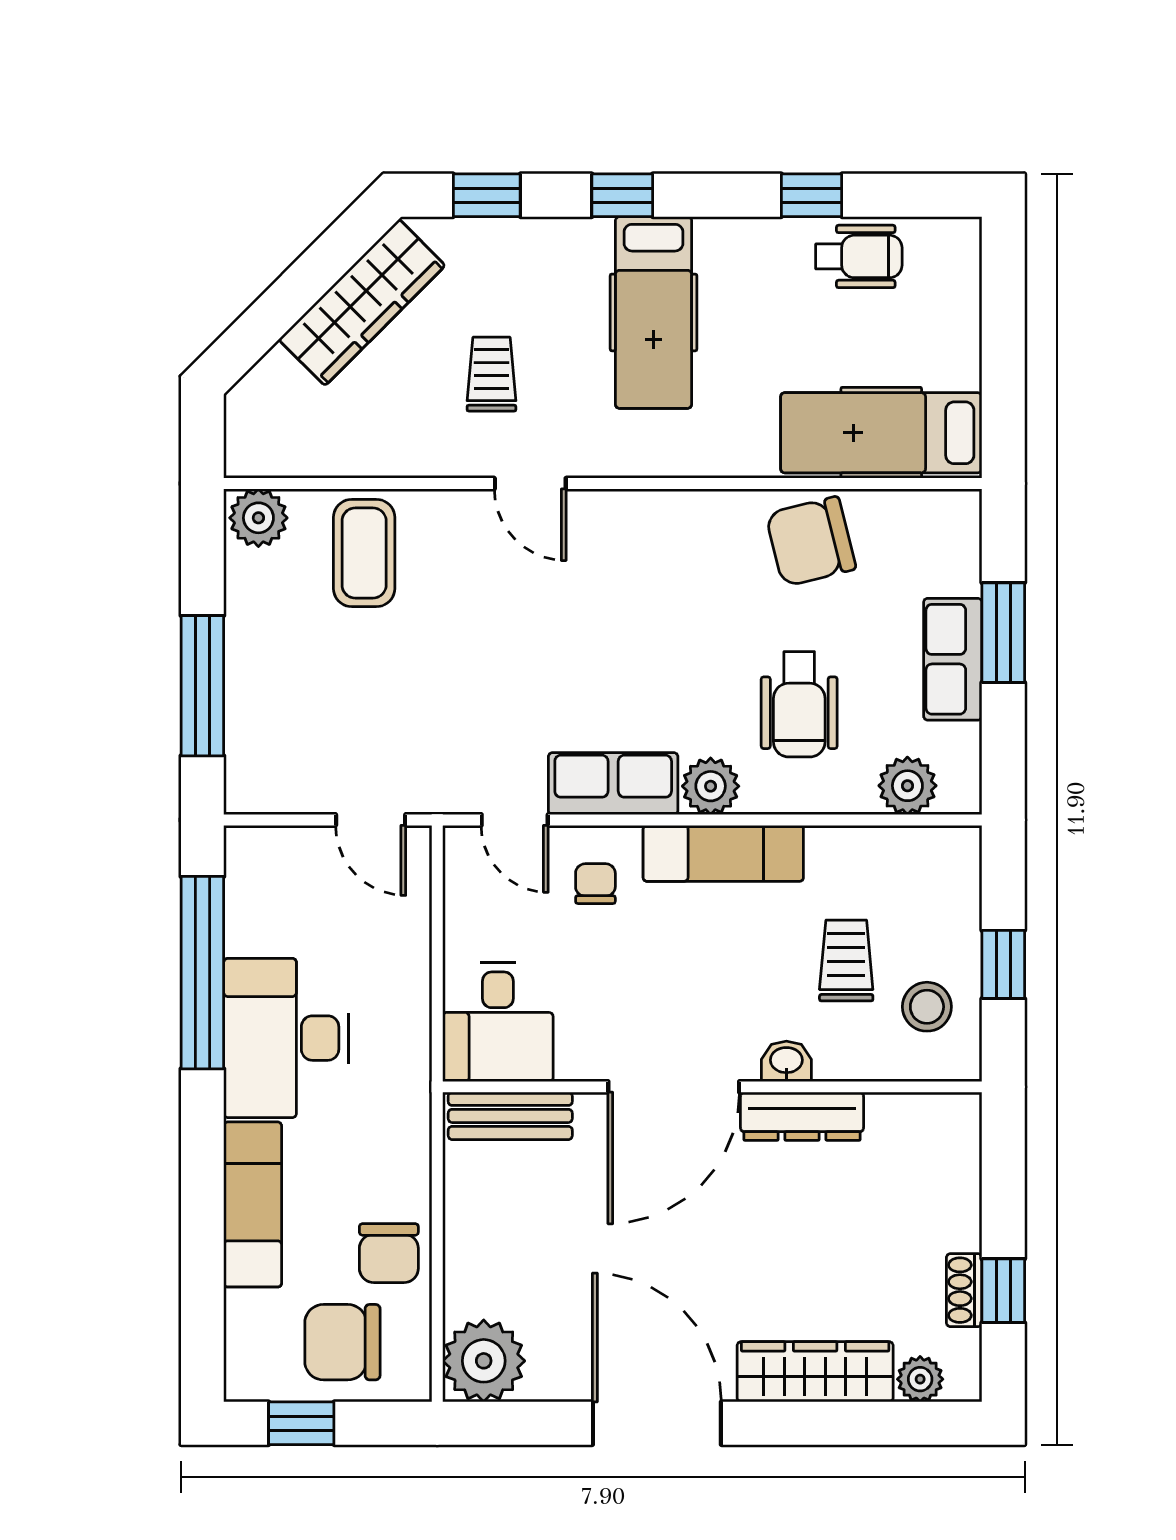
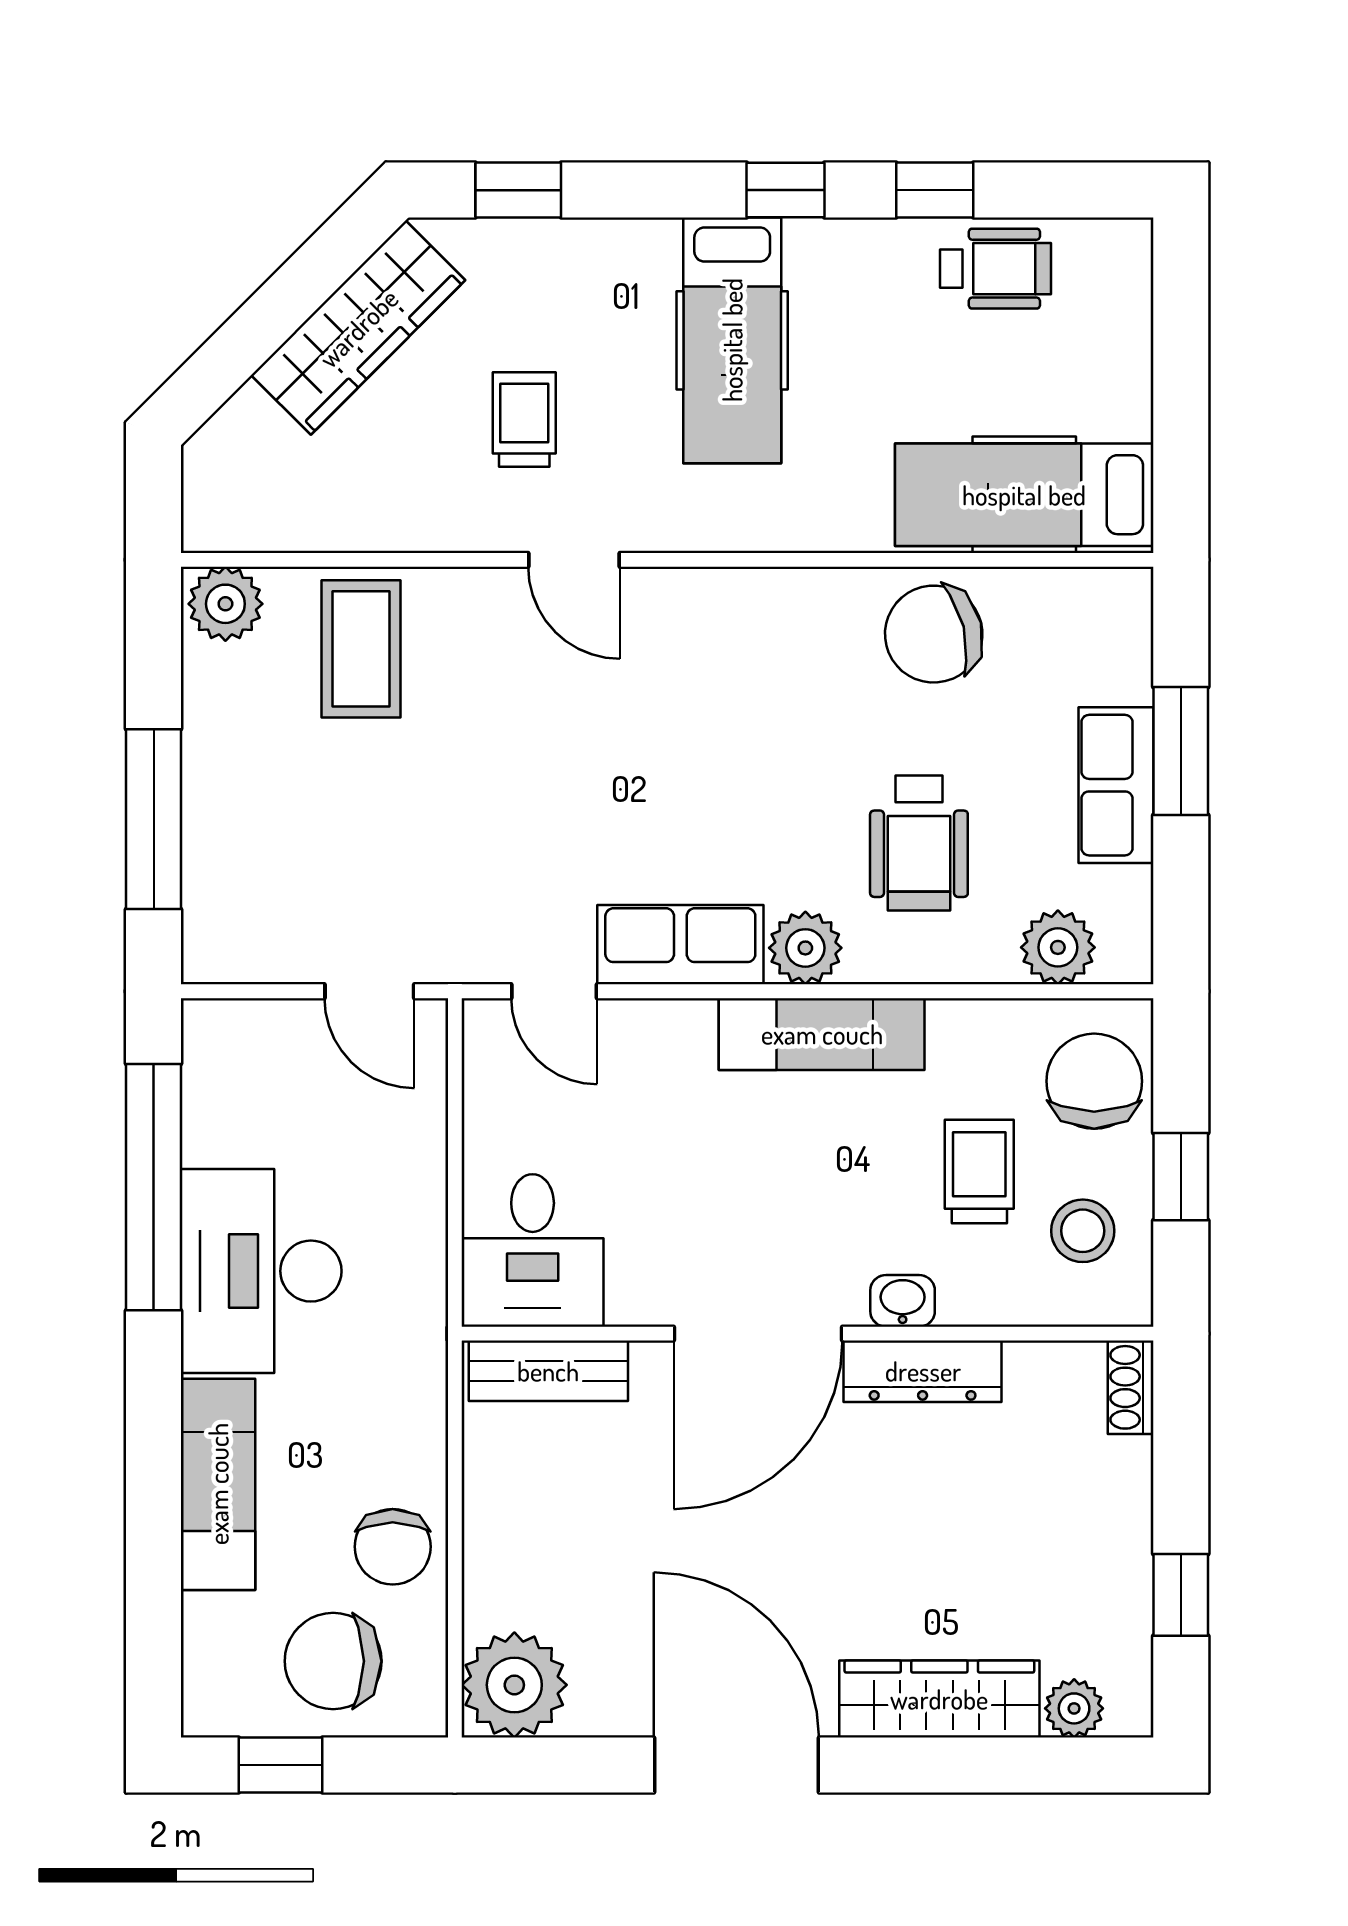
window: (622, 195) -> (785, 190), moved
chair: (595, 884) -> (1094, 1081), moved, width x1.87, depth x1.87
shoe rack: (964, 1290) -> (1131, 1387), moved

